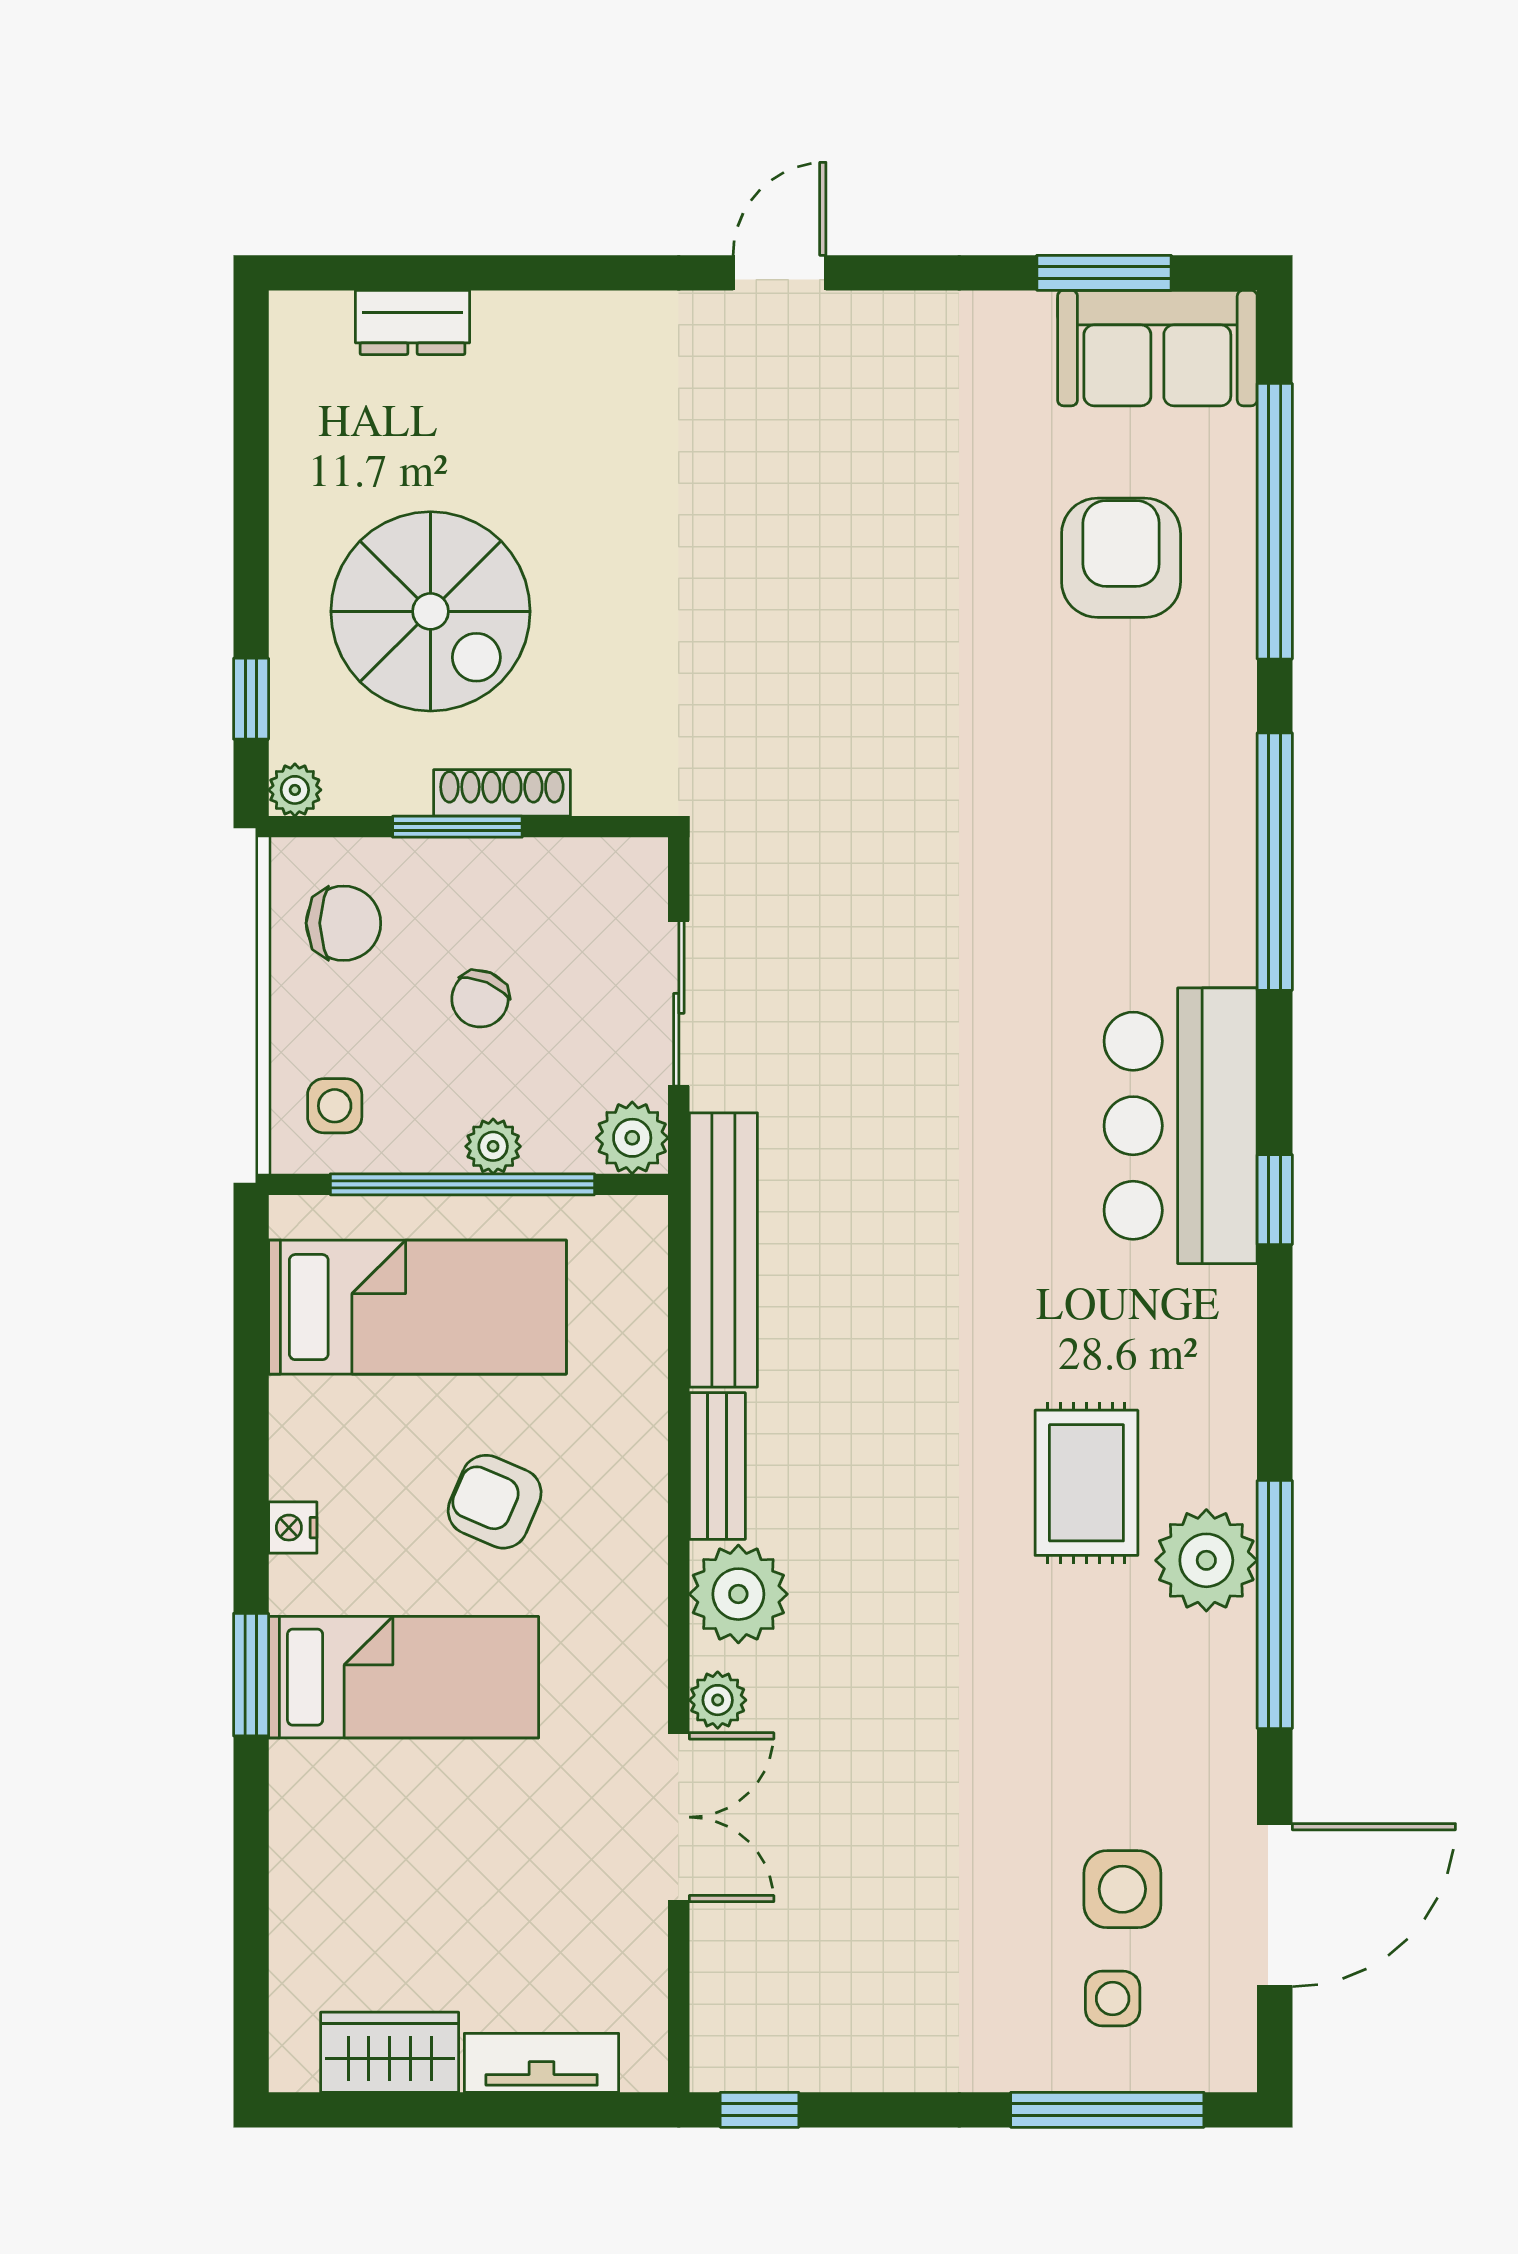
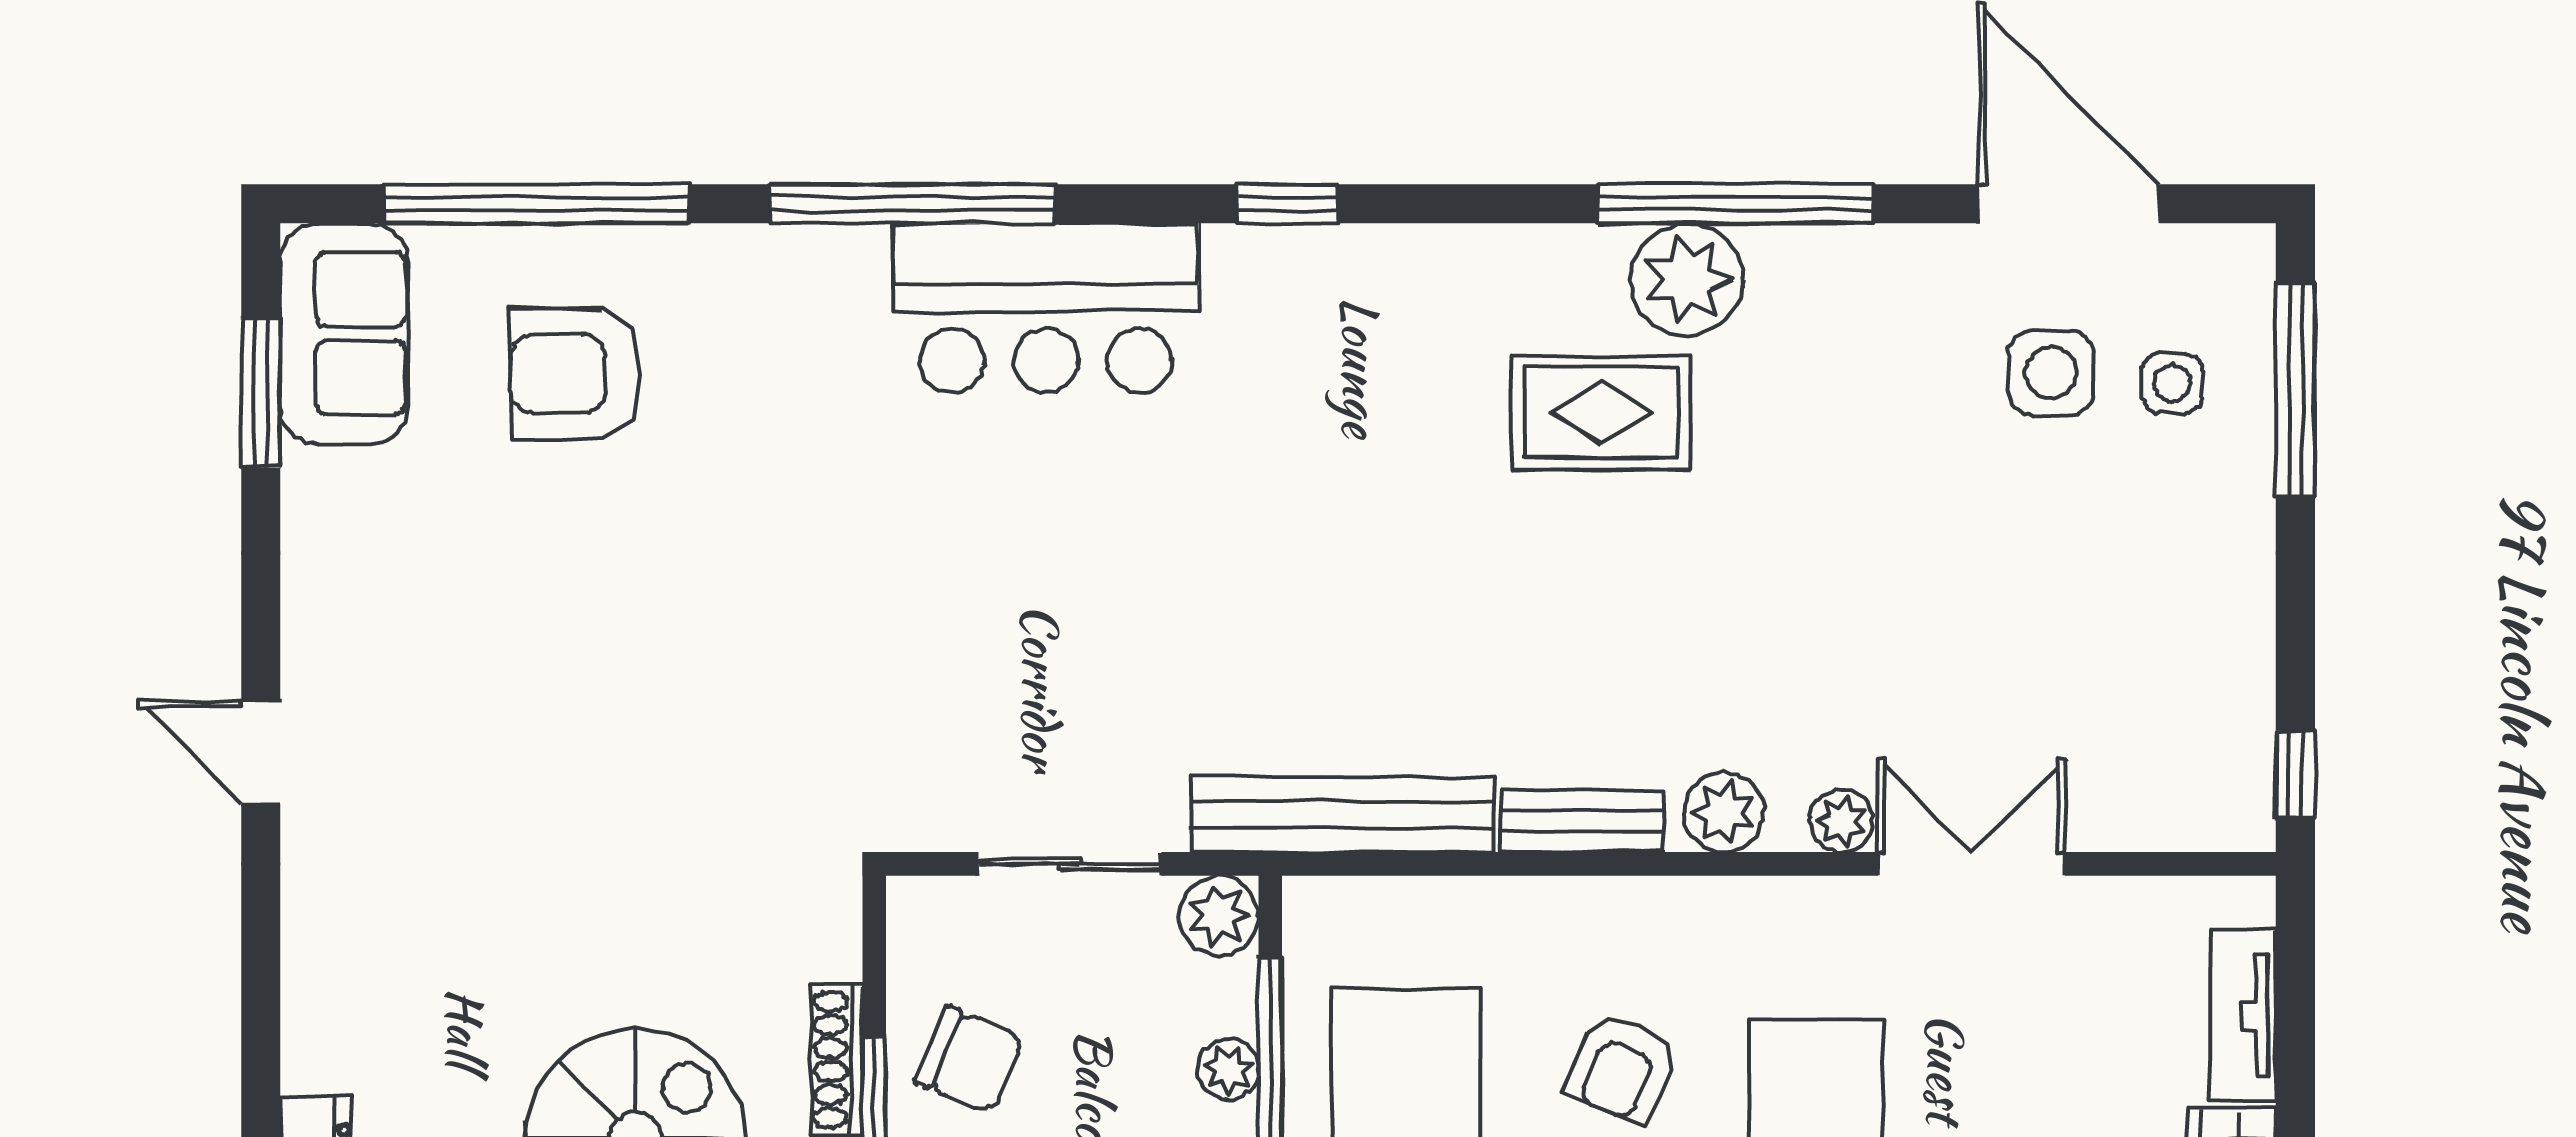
chair: (480, 999) -> (970, 1060), moved, width x1.37, depth x1.37
bar counter: (1181, 1126) -> (1046, 308), moved
plant: (738, 1594) -> (1724, 812), width x0.73, depth x0.73

